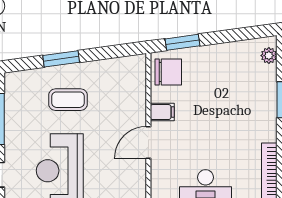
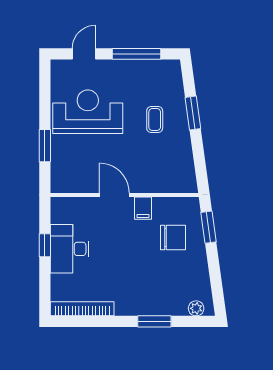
chair: (168, 72) -> (173, 237), moved, turned -90
coffee table: (68, 100) -> (155, 120), width x0.73, depth x0.77

